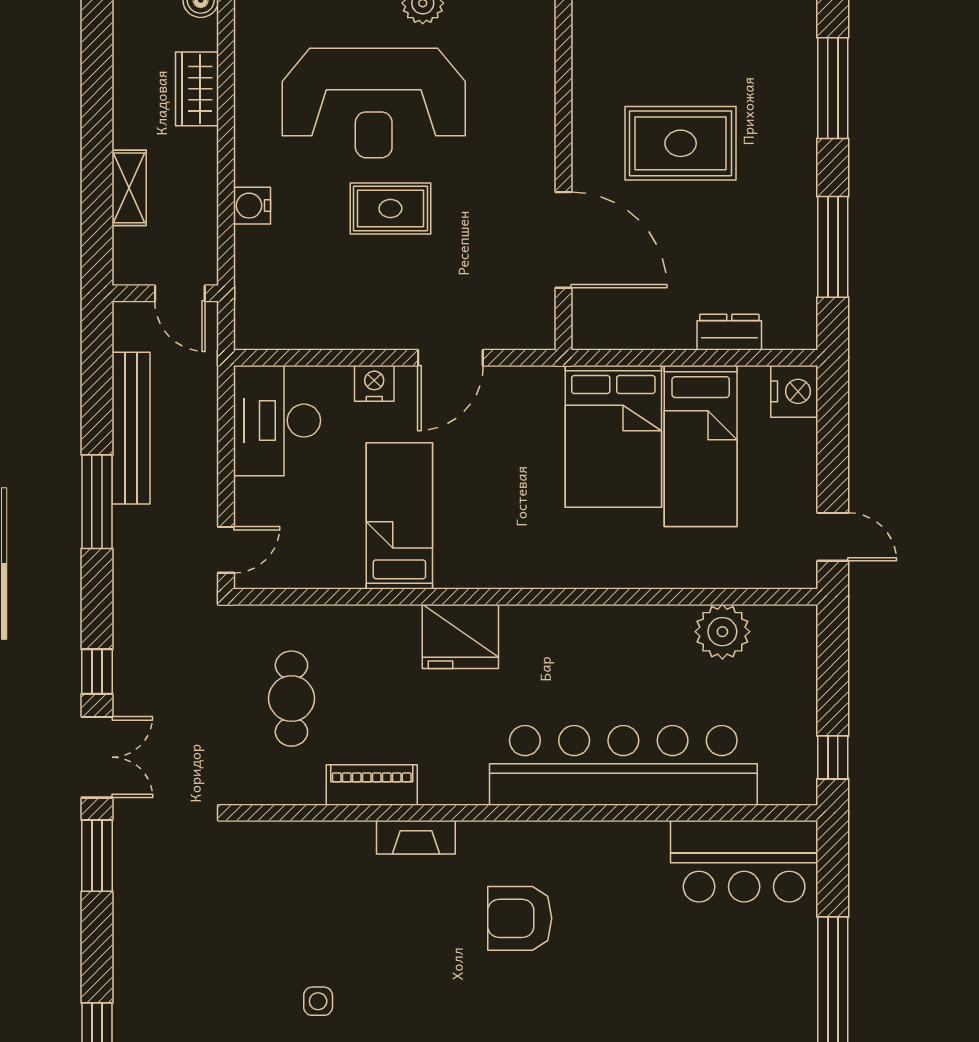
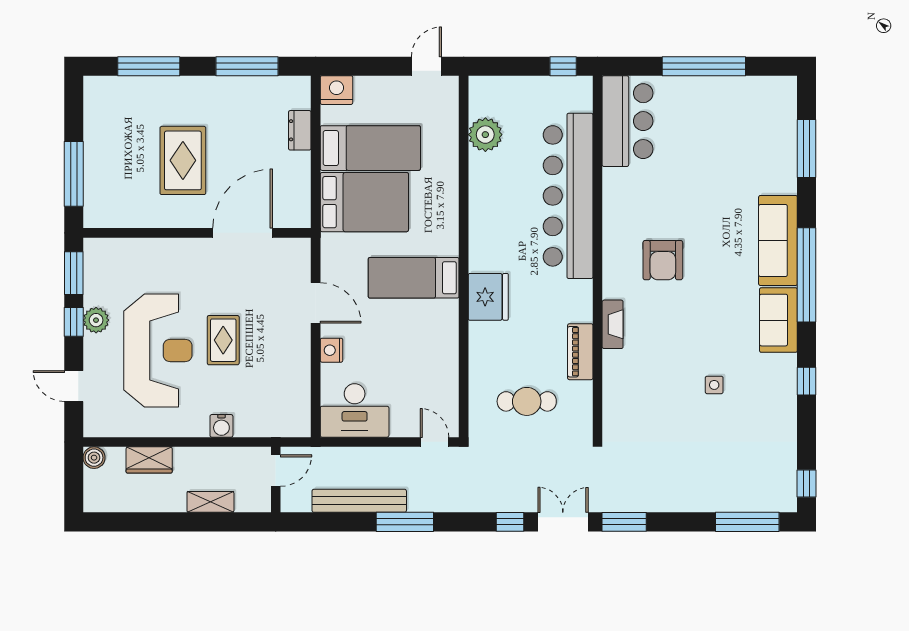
bed: (399, 516) -> (414, 278), moved

